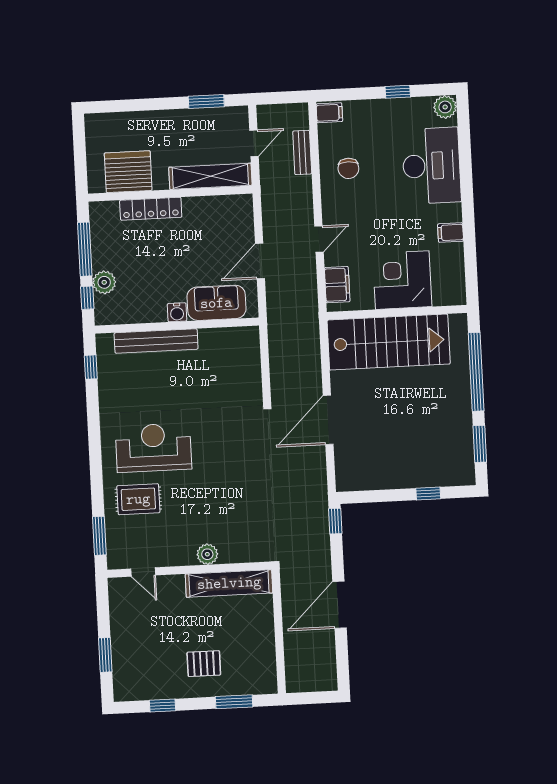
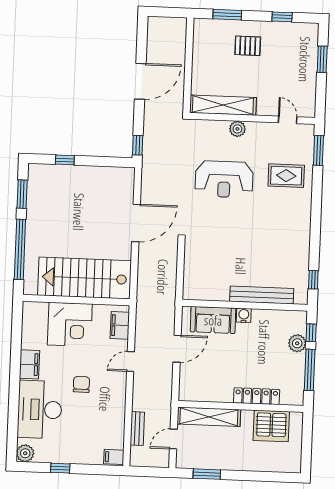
chair: (348, 168) -> (81, 384), moved
filing cabinet: (451, 233) -> (29, 364), width x2.00
reception desk: (153, 448) -> (224, 179), moved

